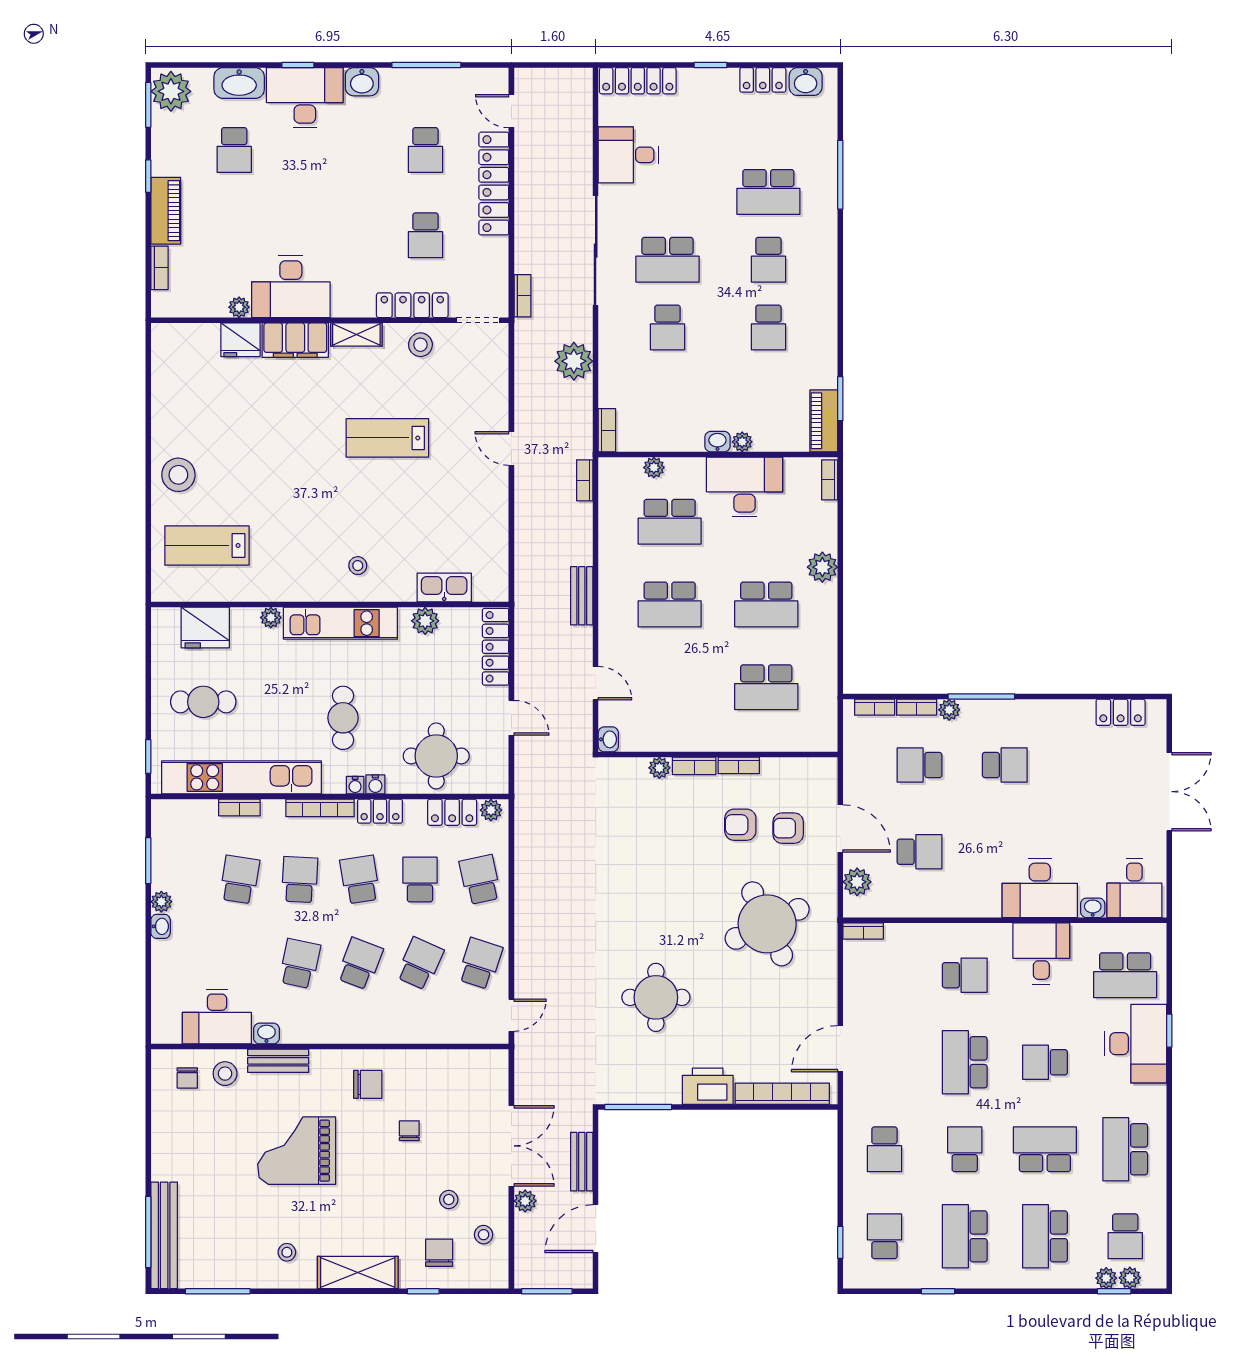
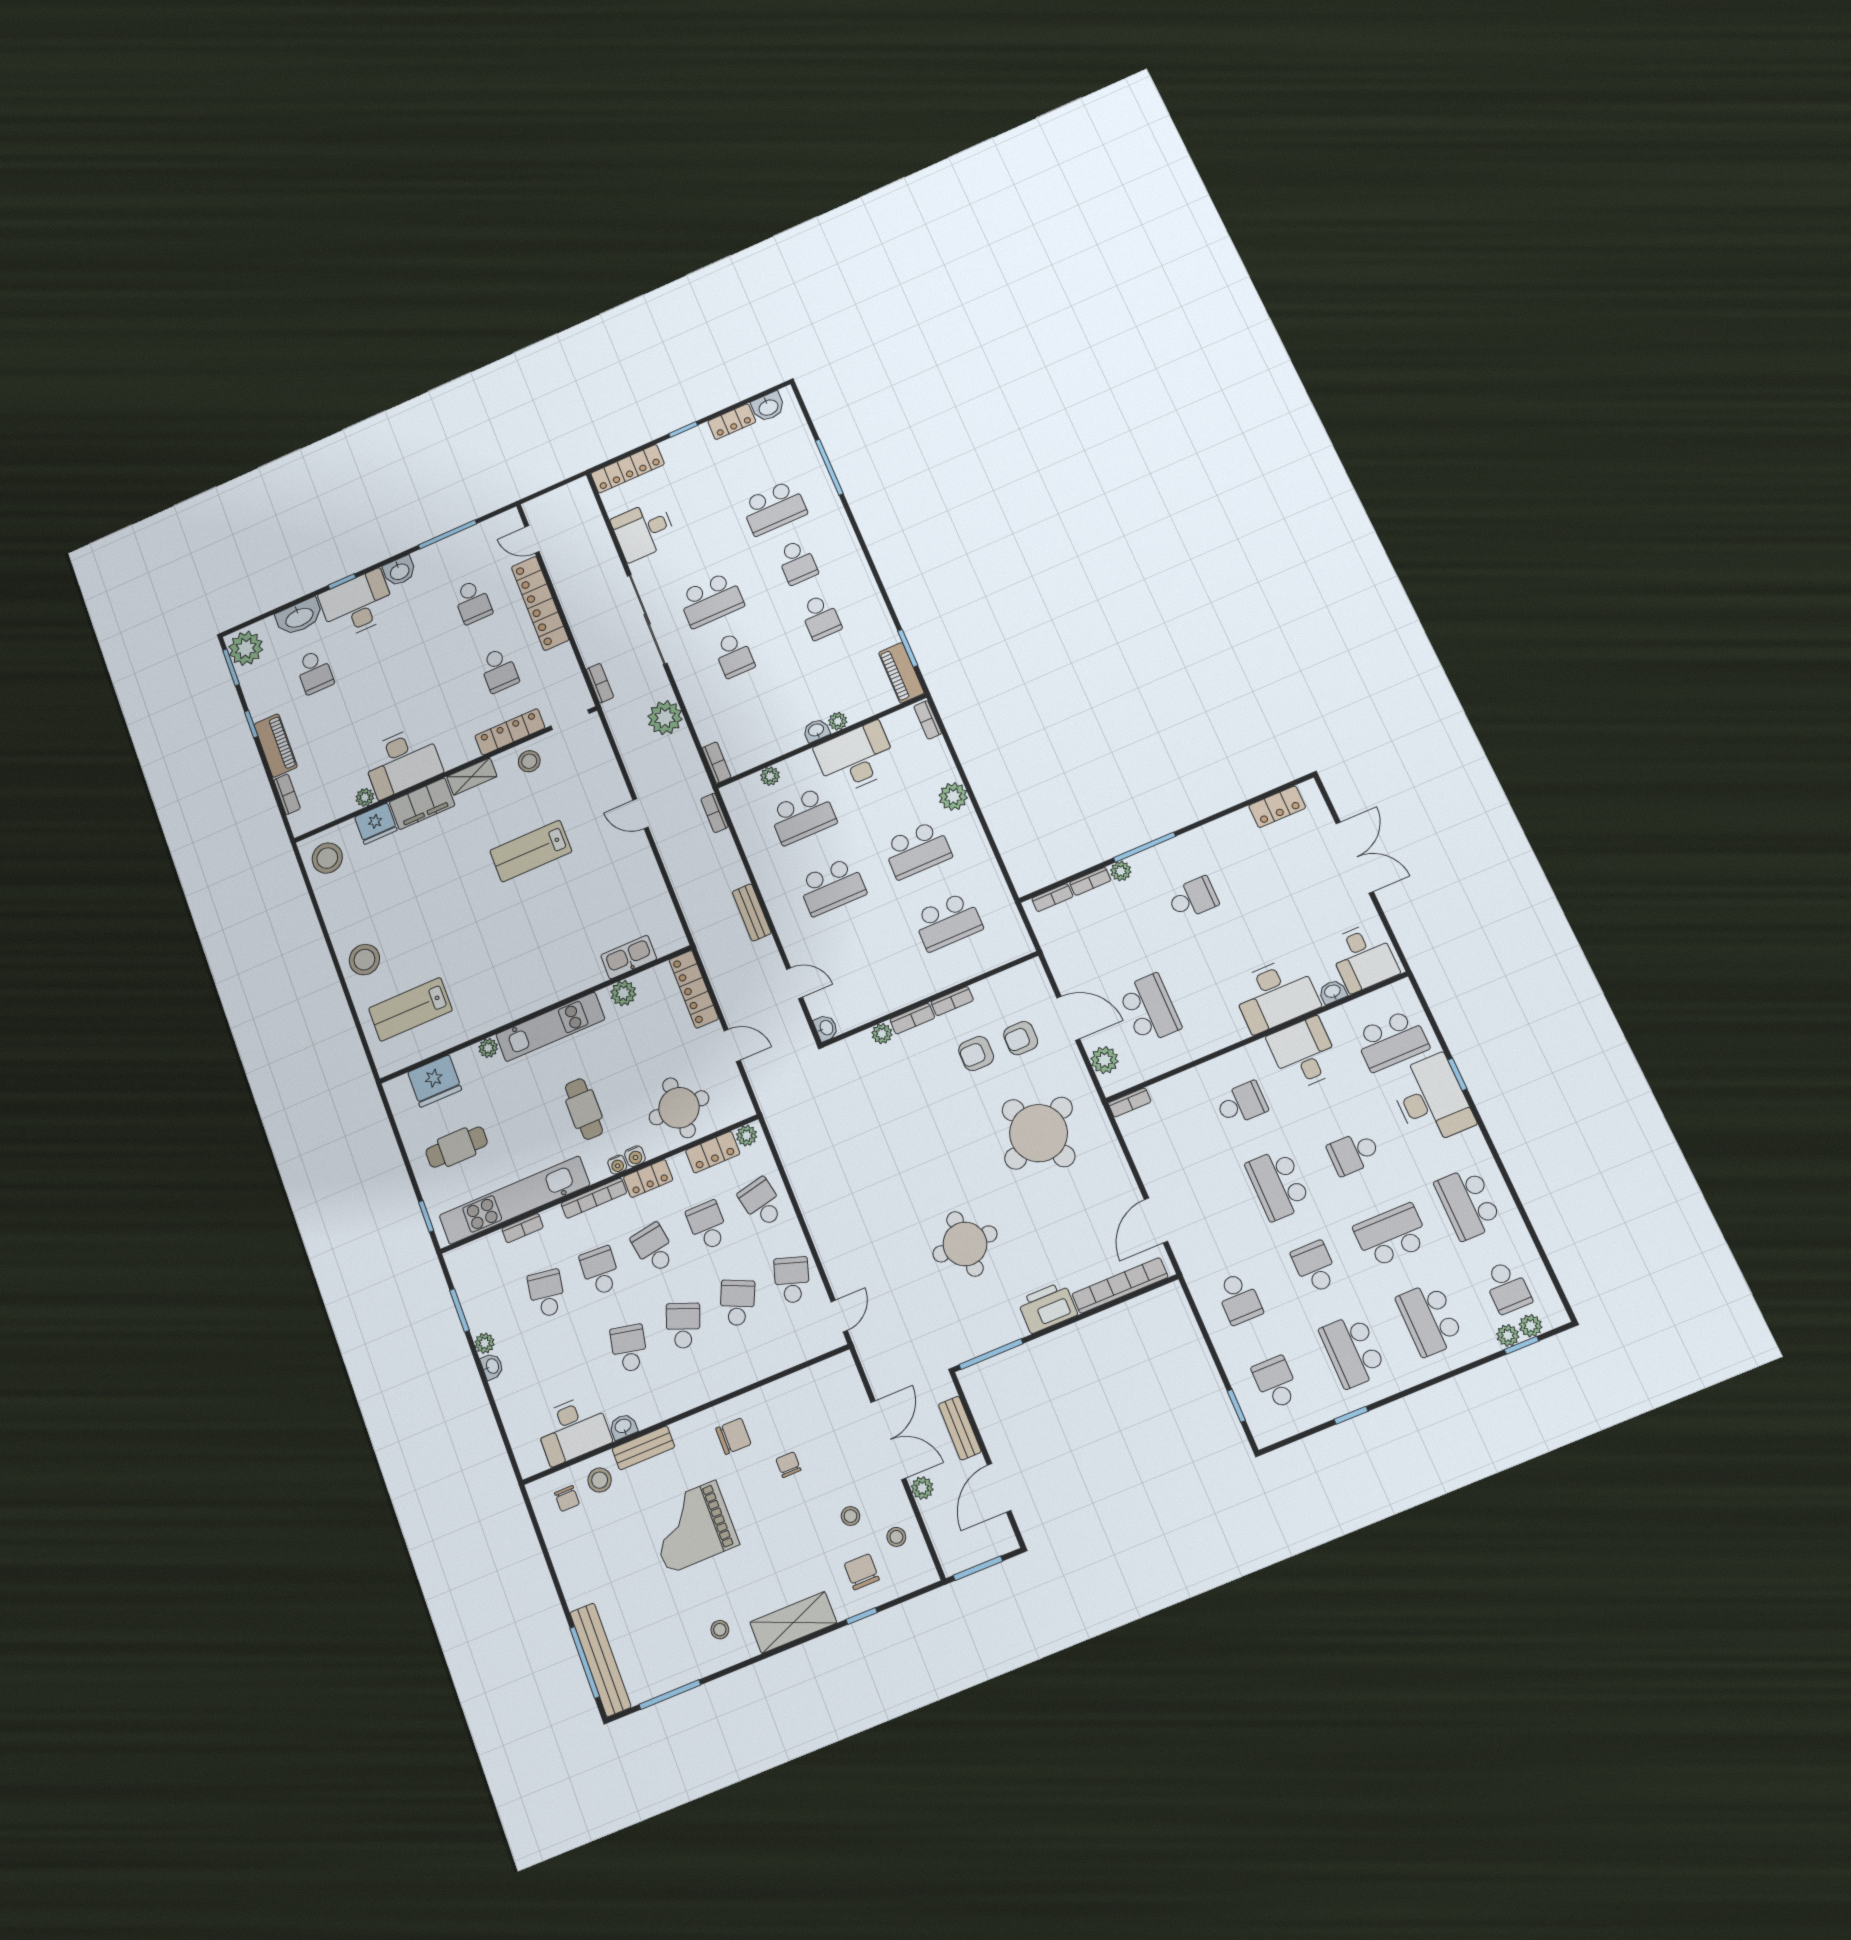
stool: (358, 566) -> (327, 858), moved, width x1.89, depth x1.89
school desk: (920, 765) -> (1115, 931), removed
school desk: (920, 852) -> (1150, 1009), width x1.85

